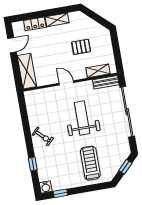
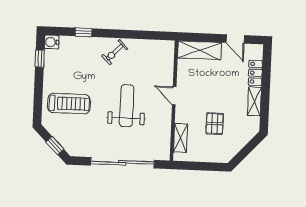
bench: (106, 82) -> (164, 144), removed
door: (66, 83) -> (174, 96), swing flipped
weight bench: (82, 118) -> (127, 106), turned -90

